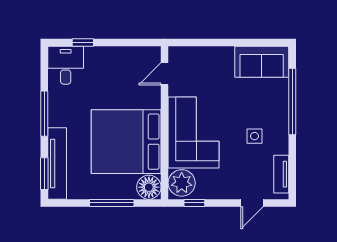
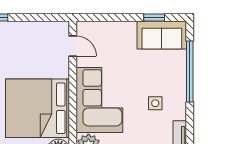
window: (253, 43) -> (154, 17), added
door: (165, 74) -> (73, 46), swing flipped

